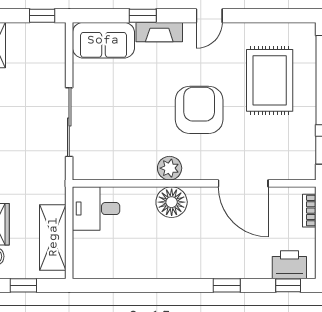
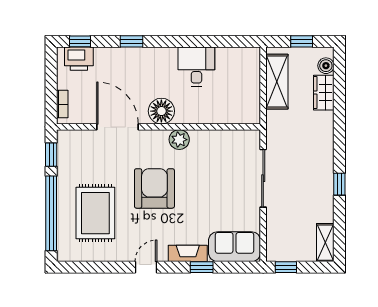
armchair: (199, 110) -> (154, 188), turned 180
floor lamp: (172, 202) -> (161, 111), moved
desk: (96, 209) -> (196, 67), moved, turned -90

